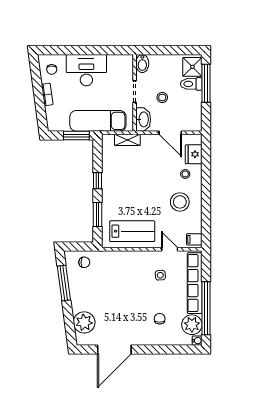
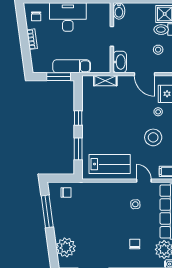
stool: (162, 97) -> (158, 50), moved
exam couch: (98, 121) -> (72, 66), width x0.73, depth x0.69

